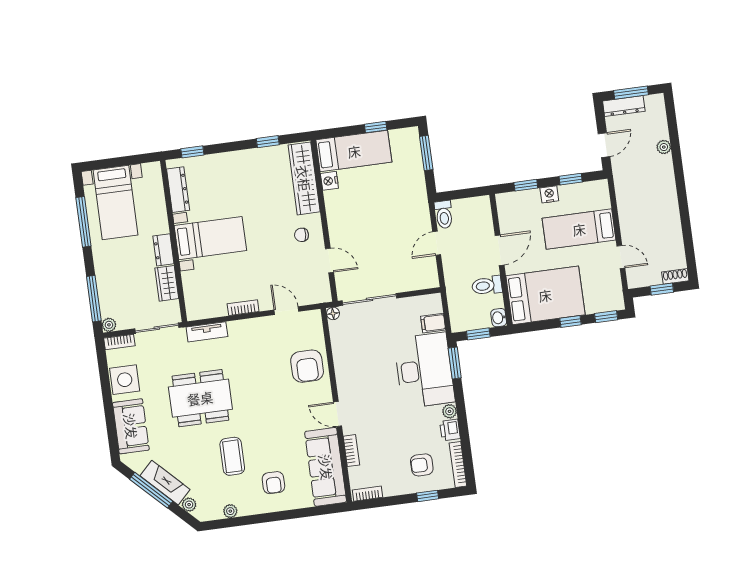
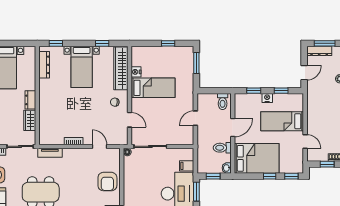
bed: (354, 151) -> (153, 88), moved
toilet: (444, 215) -> (223, 102), moved
bed with nightstands: (210, 238) -> (82, 67), moved, turned 90

